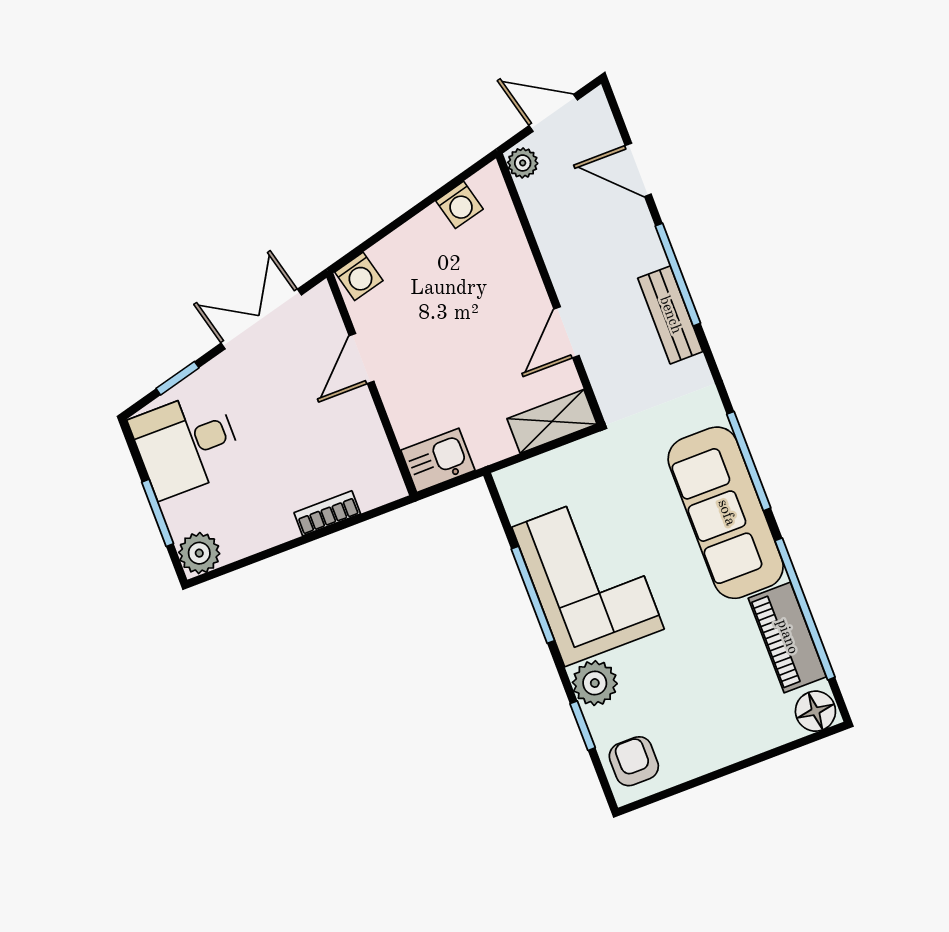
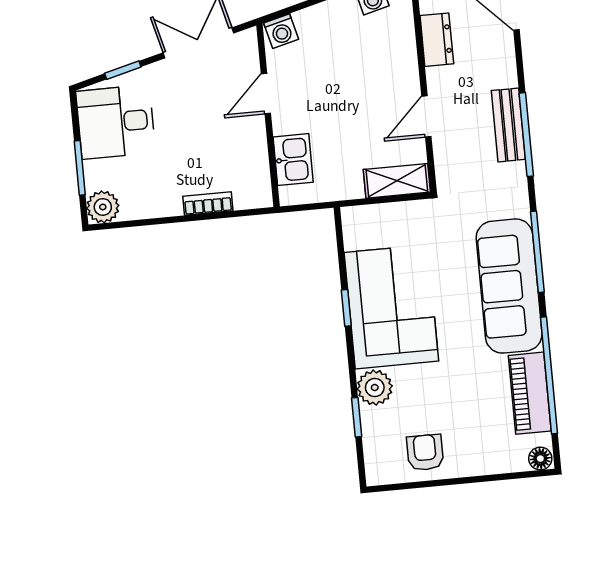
dresser: (553, 234) -> (437, 40), added
window: (678, 275) -> (526, 135), moved
kitchen sink: (438, 460) -> (293, 160), moved, turned 90
window: (533, 595) -> (346, 308), width x0.46
floor lamp: (815, 711) -> (540, 459), width x0.73, depth x0.73
armchair: (634, 761) -> (425, 452), moved

